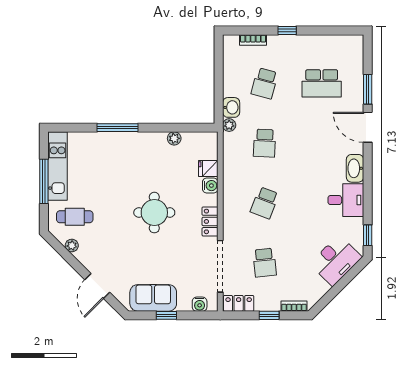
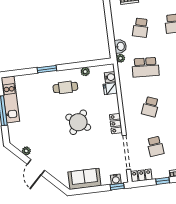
window: (118, 128) -> (47, 69), width x0.69
school desk: (265, 143) -> (145, 67), width x1.85
water cooler: (210, 186) -> (110, 77), moved
round table: (154, 213) -> (78, 122), turned 36
cafe table: (75, 217) -> (65, 87), moved
door: (97, 286) -> (36, 167), moved
window: (166, 315) -> (117, 187), moved

